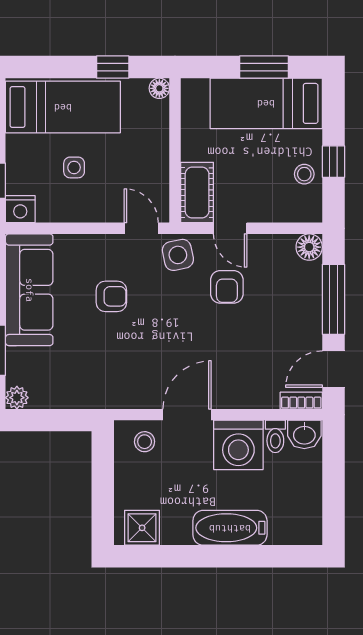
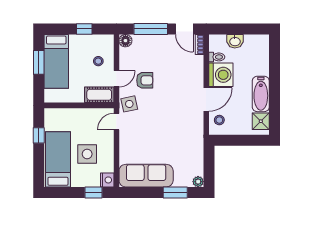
floor lamp: (159, 88) -> (49, 113), removed
side table: (74, 167) -> (87, 154), width x1.87, depth x1.87
stool: (304, 174) -> (98, 61), moved
armchair: (111, 296) -> (149, 136), removed
door: (187, 415) -> (206, 100), swing flipped
washbasin: (304, 434) -> (235, 41), moved, turned 90
bathtub: (230, 528) -> (261, 94), moved

